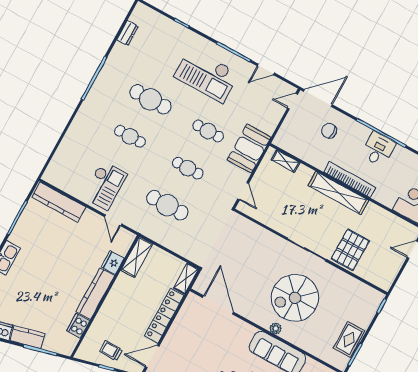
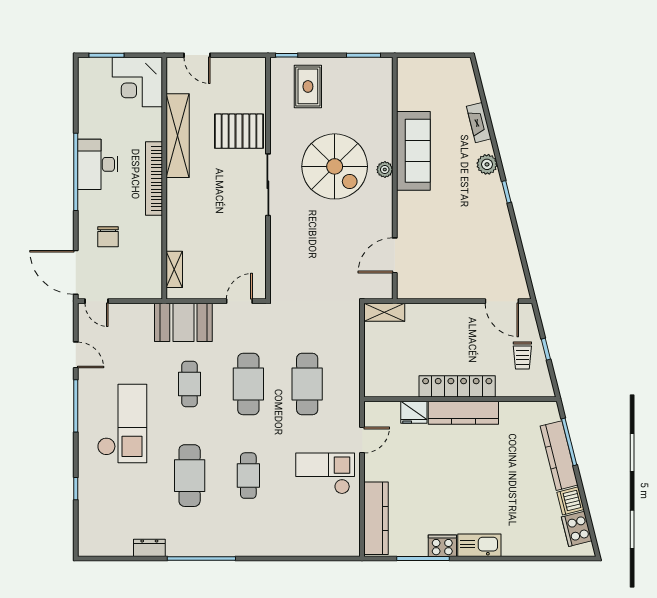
dresser: (128, 33) -> (149, 548), moved
desk: (378, 149) -> (98, 164), width x1.37
cafe table: (188, 168) -> (248, 384), width x1.37, depth x1.35
shelving: (338, 193) -> (178, 136), moved
shelving: (137, 257) -> (391, 386), removed
door: (218, 305) -> (395, 255), width x0.73
locker: (164, 316) -> (457, 386), moved, turned 180
cooker: (78, 326) -> (442, 546), moved, turned 180
kitchen counter: (27, 337) -> (559, 456), width x1.50
rug: (349, 339) -> (308, 86), moved, turned 90

